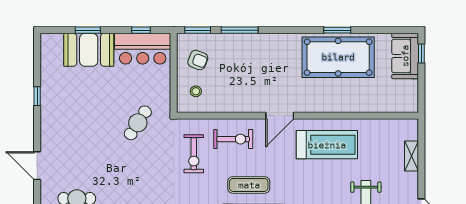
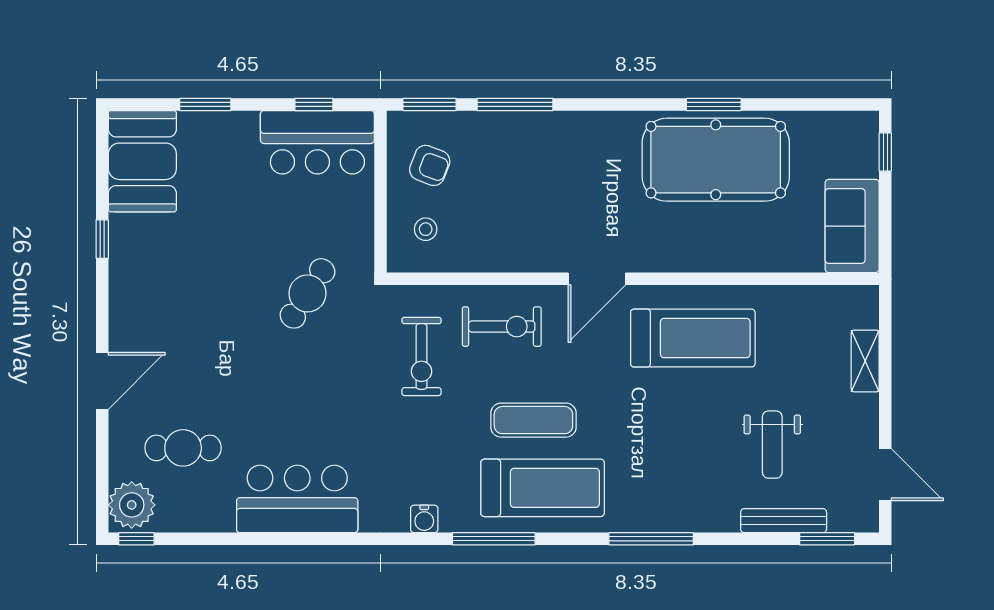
booth: (89, 50) -> (142, 161), moved, turned 90
sofa: (405, 56) -> (852, 226), moved
door: (37, 166) -> (102, 381), swing flipped

